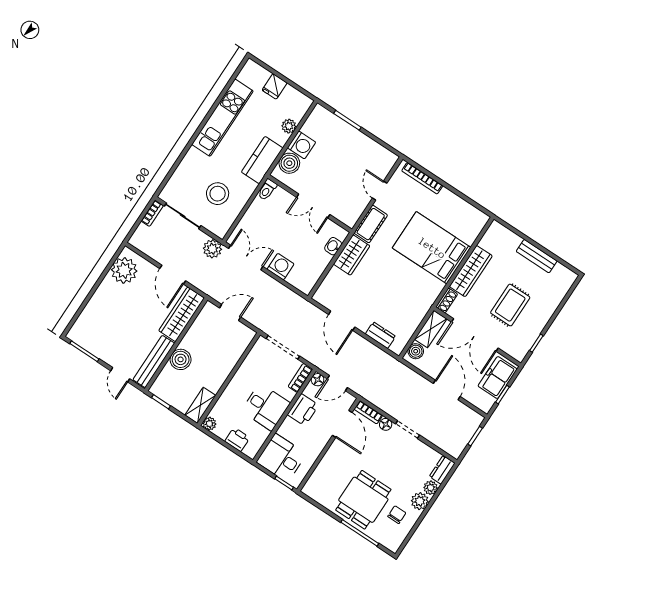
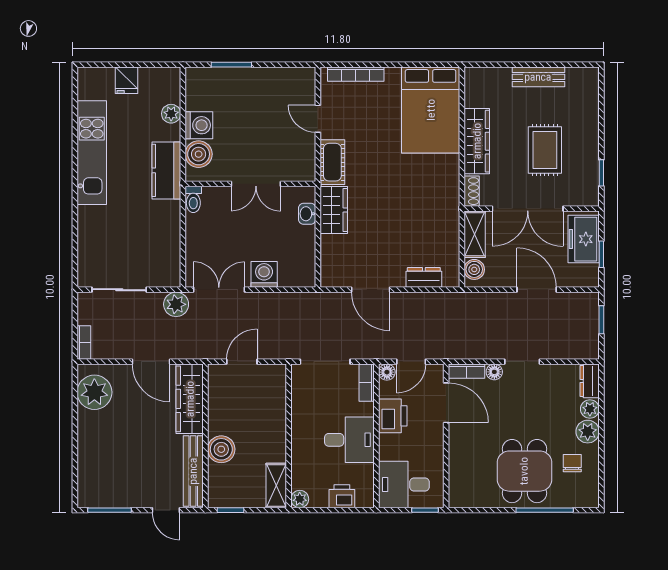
stool: (218, 194) -> (142, 240), removed
bookcase: (152, 213) -> (84, 342), moved
bed: (432, 248) -> (431, 110), moved, turned -90

